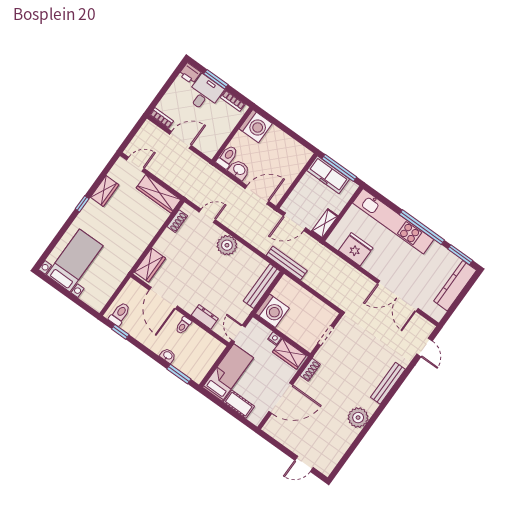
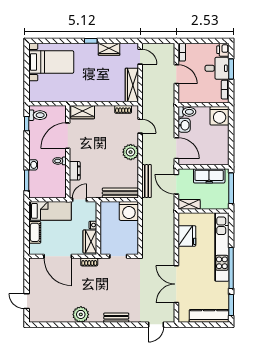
freezer: (328, 175) -> (209, 176), moved, turned -90
bench: (287, 263) -> (147, 181), moved
washing machine: (272, 311) -> (129, 211), moved
bench: (388, 383) -> (116, 318), width x0.73

